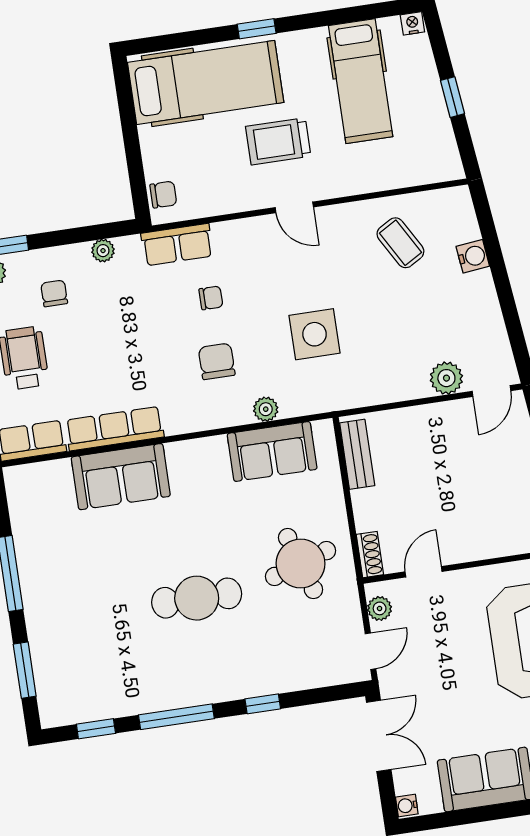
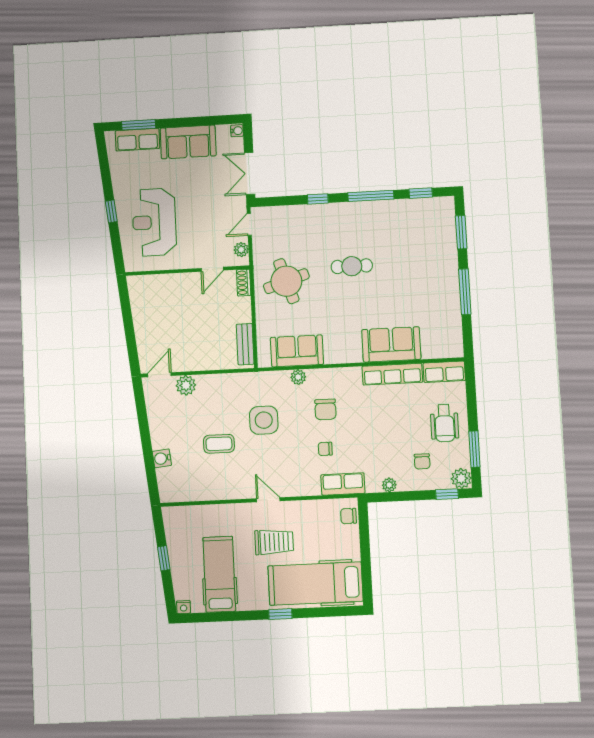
coffee table: (400, 243) -> (219, 444), moved, turned -60
cafe table: (197, 598) -> (352, 266), width x0.73, depth x0.74

